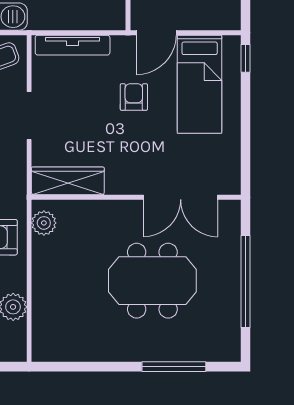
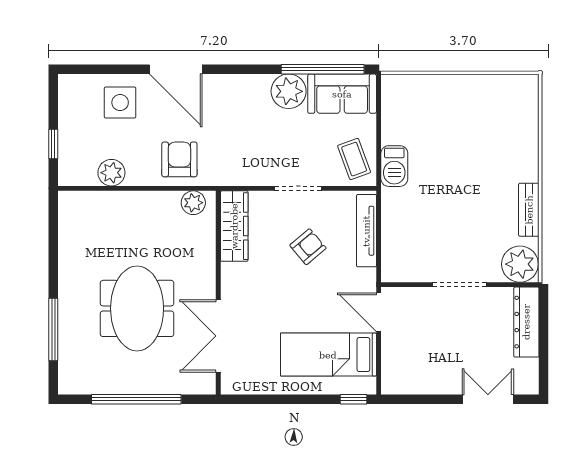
armchair: (134, 97) -> (308, 247), moved, turned -40

